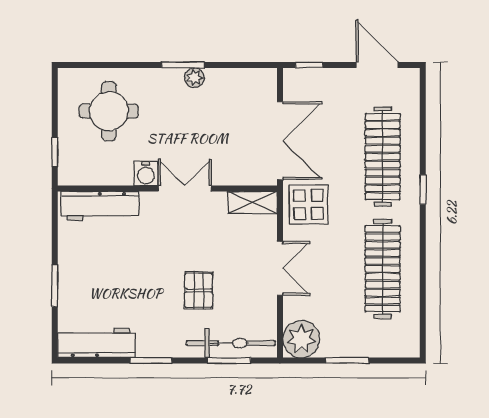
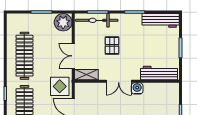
water cooler: (146, 173) -> (137, 88), moved
wall: (167, 189) -> (127, 81), moved
double door: (185, 189) -> (119, 81), moved
shelving: (253, 202) -> (86, 75), moved
workbench: (100, 206) -> (159, 73), moved

